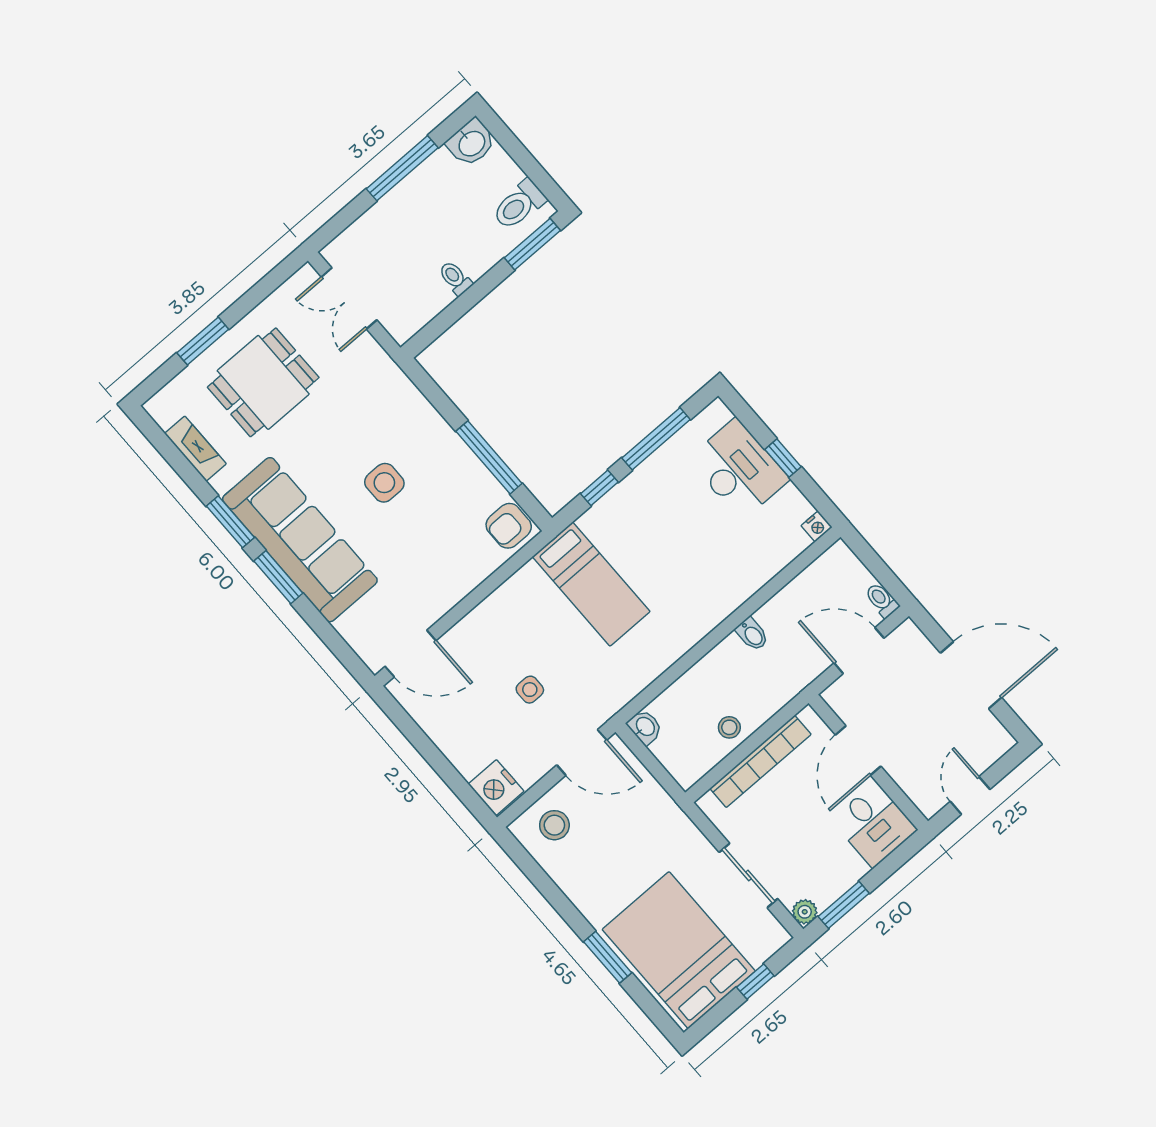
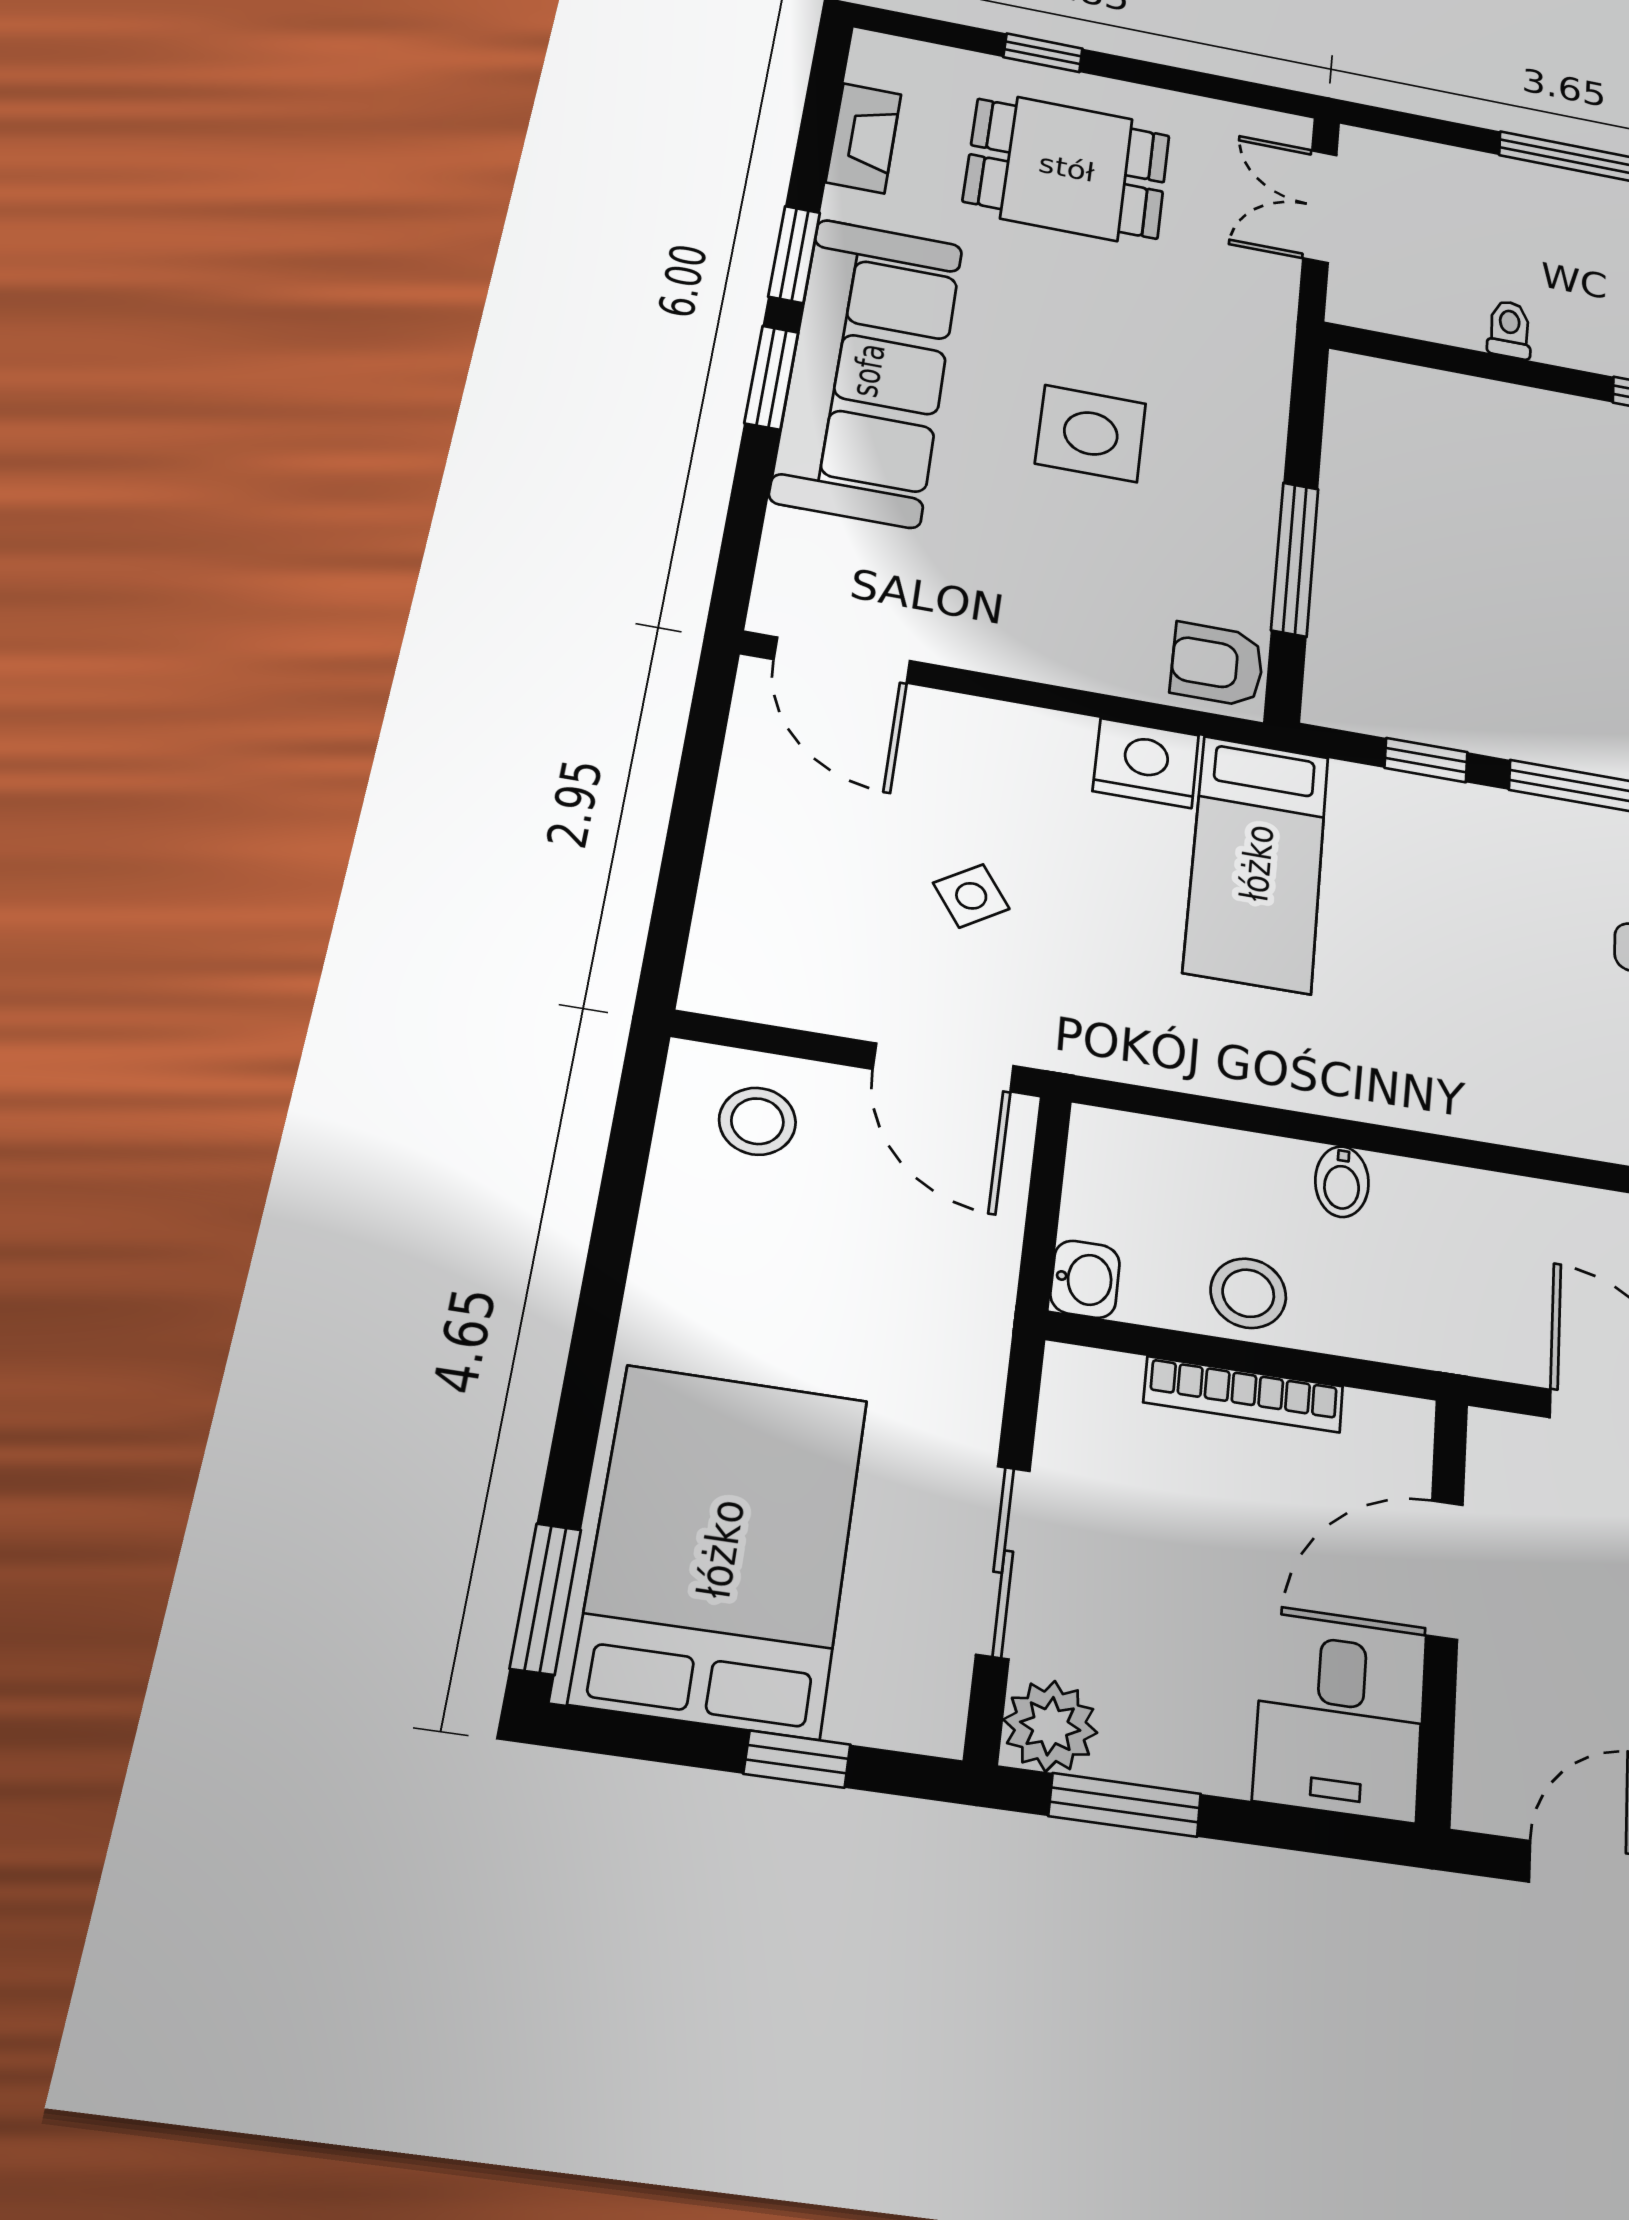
window: (203, 341) -> (1043, 53), width x0.67
side table: (384, 483) -> (1091, 433), width x1.37, depth x1.37
bidet: (752, 634) -> (1342, 1182), moved
side table: (530, 690) -> (971, 896), turned -34
washbasin: (645, 727) -> (1085, 1279), moved
stool: (729, 727) -> (1248, 1293), width x1.37, depth x1.37
bookcase: (760, 761) -> (1244, 1394), width x0.68, depth x0.76
nightstand: (496, 788) -> (1146, 763), moved, turned 90
plant: (805, 912) -> (1050, 1726), width x1.38, depth x1.38
window: (608, 957) -> (546, 1599), moved

